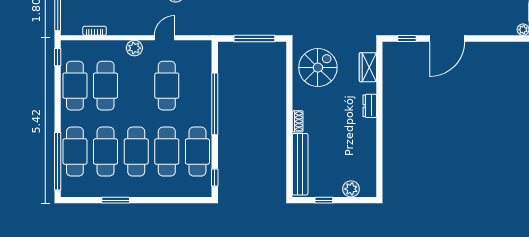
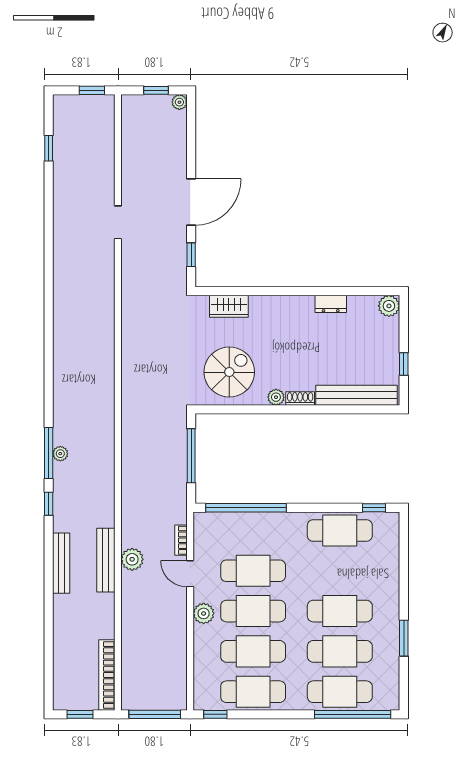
bookcase: (95, 31) -> (181, 540), moved
door: (447, 38) -> (191, 202), hinge flipped
spiral stairs: (318, 68) -> (229, 372), turned 90
plant: (299, 103) -> (276, 397), added
window: (215, 104) -> (246, 508), moved
dresser: (370, 106) -> (331, 304), moved
cafe table: (167, 152) -> (253, 611), moved
plant: (351, 189) -> (389, 306), moved

